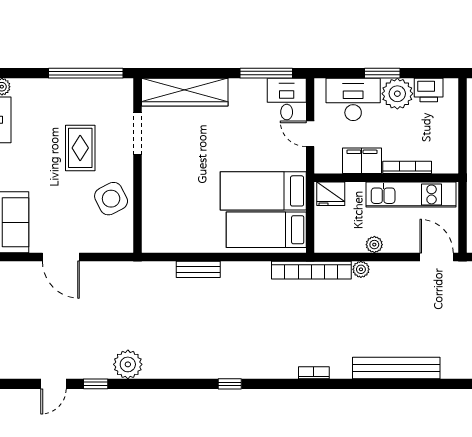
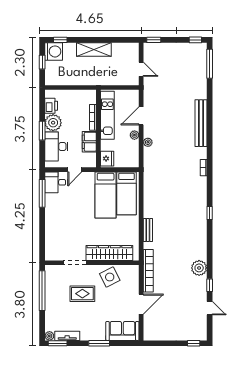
wardrobe: (185, 92) -> (109, 253), moved, turned -90
door: (437, 257) -> (141, 116), moved
bookcase: (311, 270) -> (148, 271), moved

